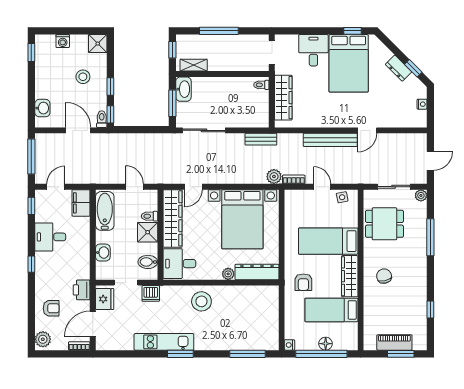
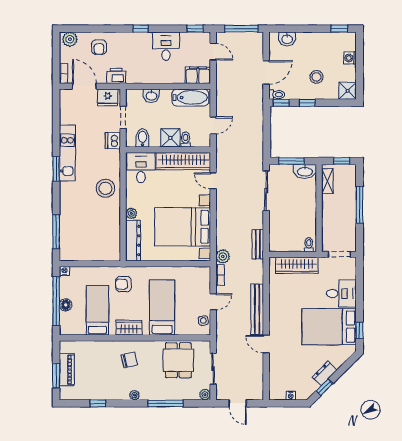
plant: (421, 271) -> (134, 395), added
wardrobe: (350, 276) -> (129, 328), width x0.67

